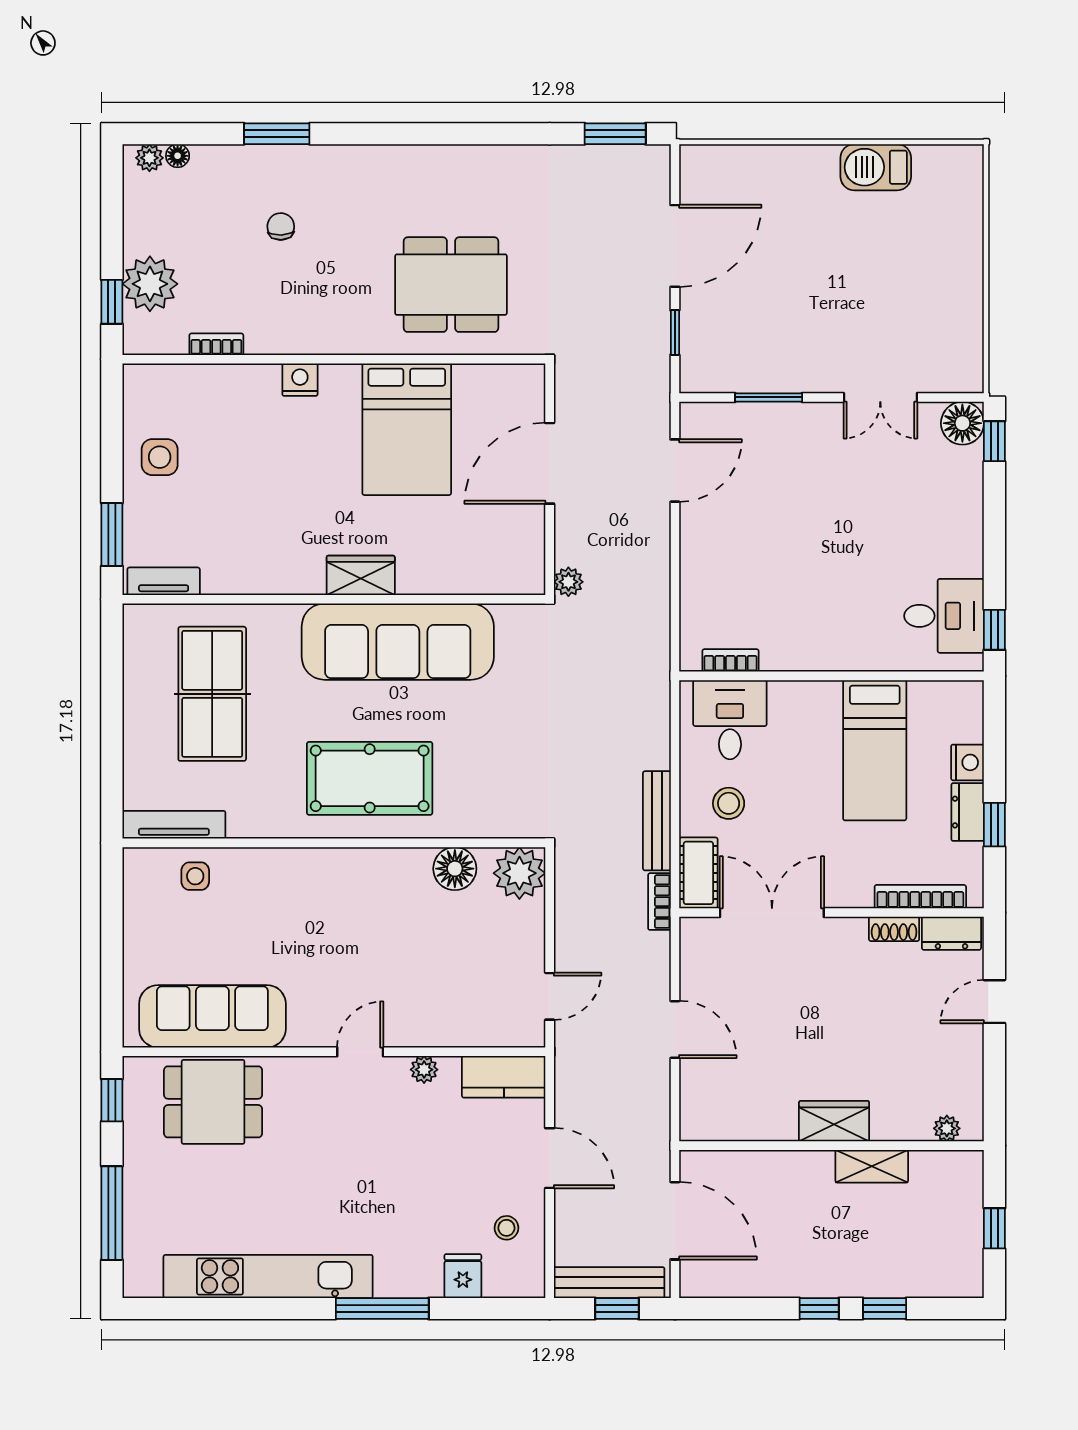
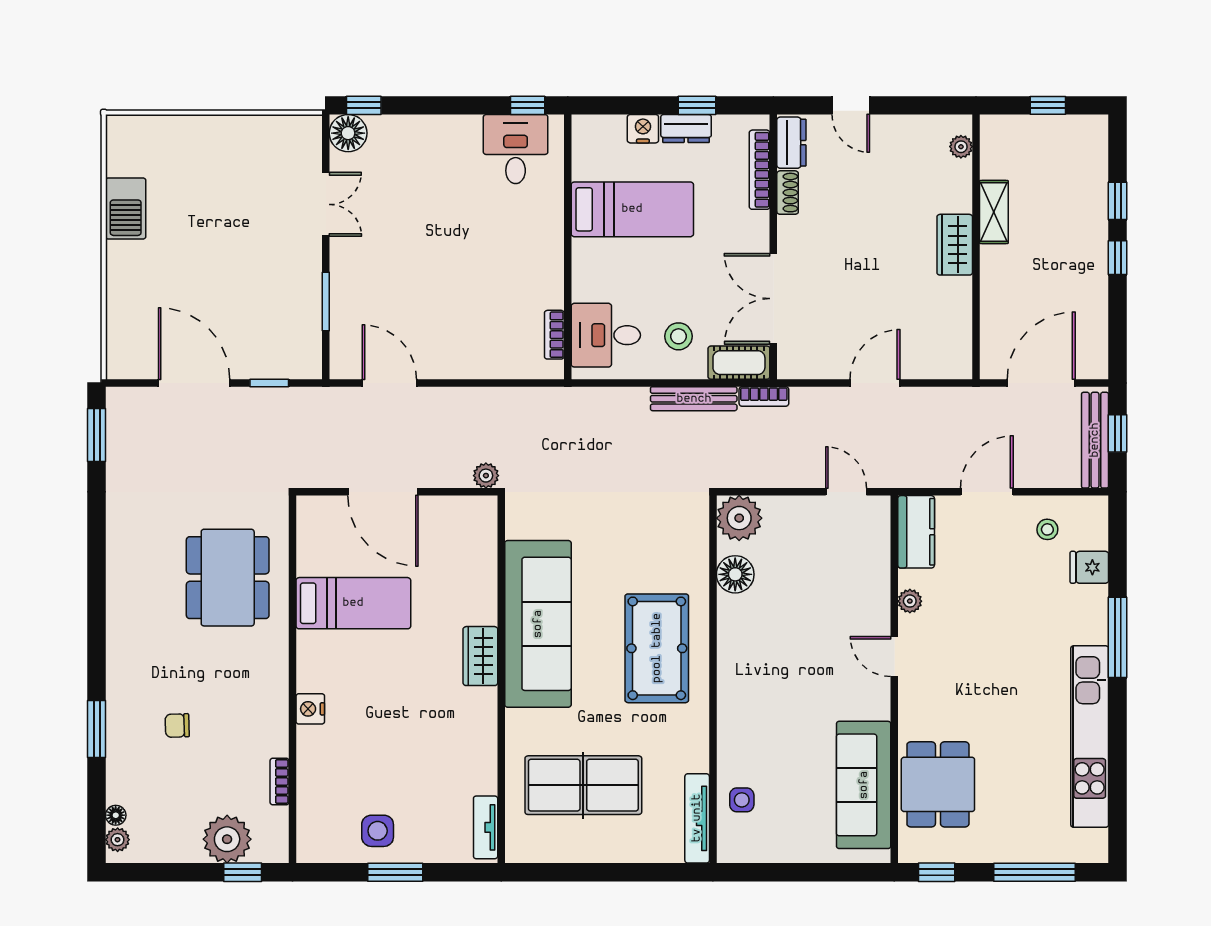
bed: (407, 429) -> (353, 603), width x0.67
window: (112, 535) -> (395, 872), moved

